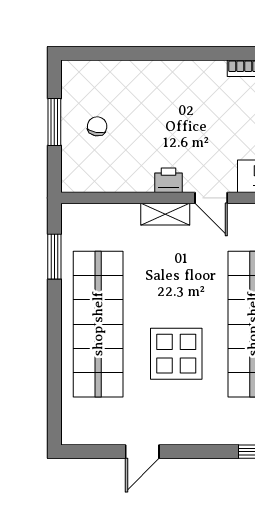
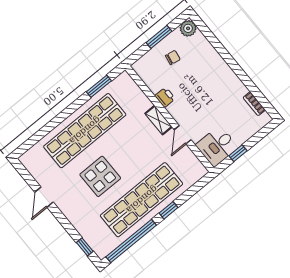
plant: (75, 74) -> (188, 28), added
printer: (168, 180) -> (165, 97), moved
door: (142, 452) -> (44, 197), hinge flipped

